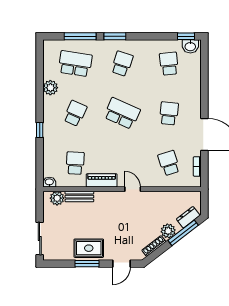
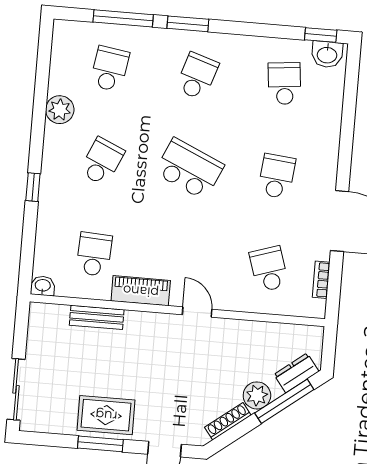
school desk: (75, 64) -> (110, 69), width x0.54
plant: (57, 198) -> (55, 317), removed

